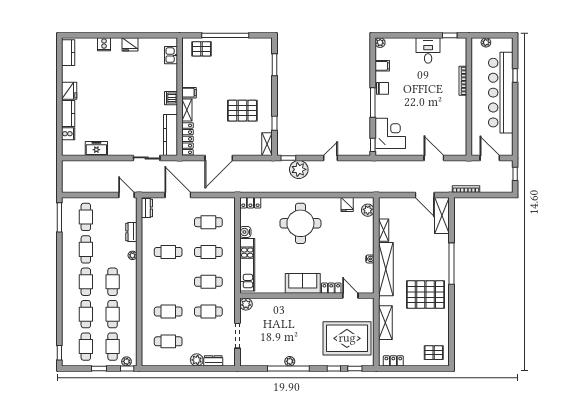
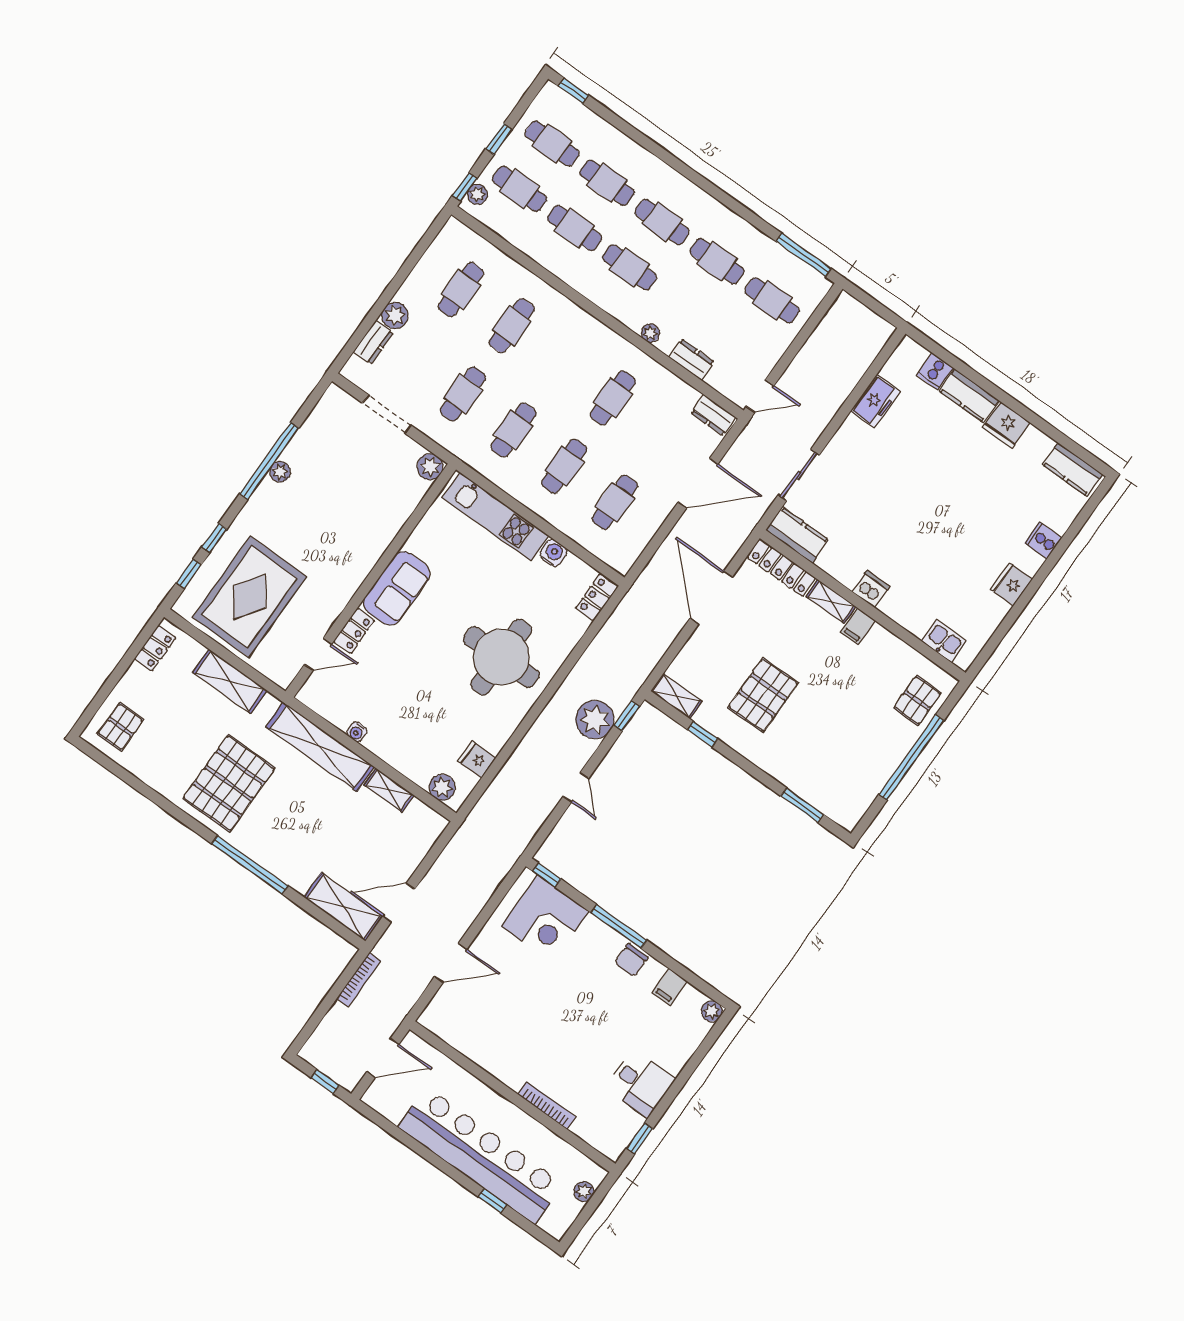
kitchen counter: (170, 135) -> (797, 535), width x0.67

